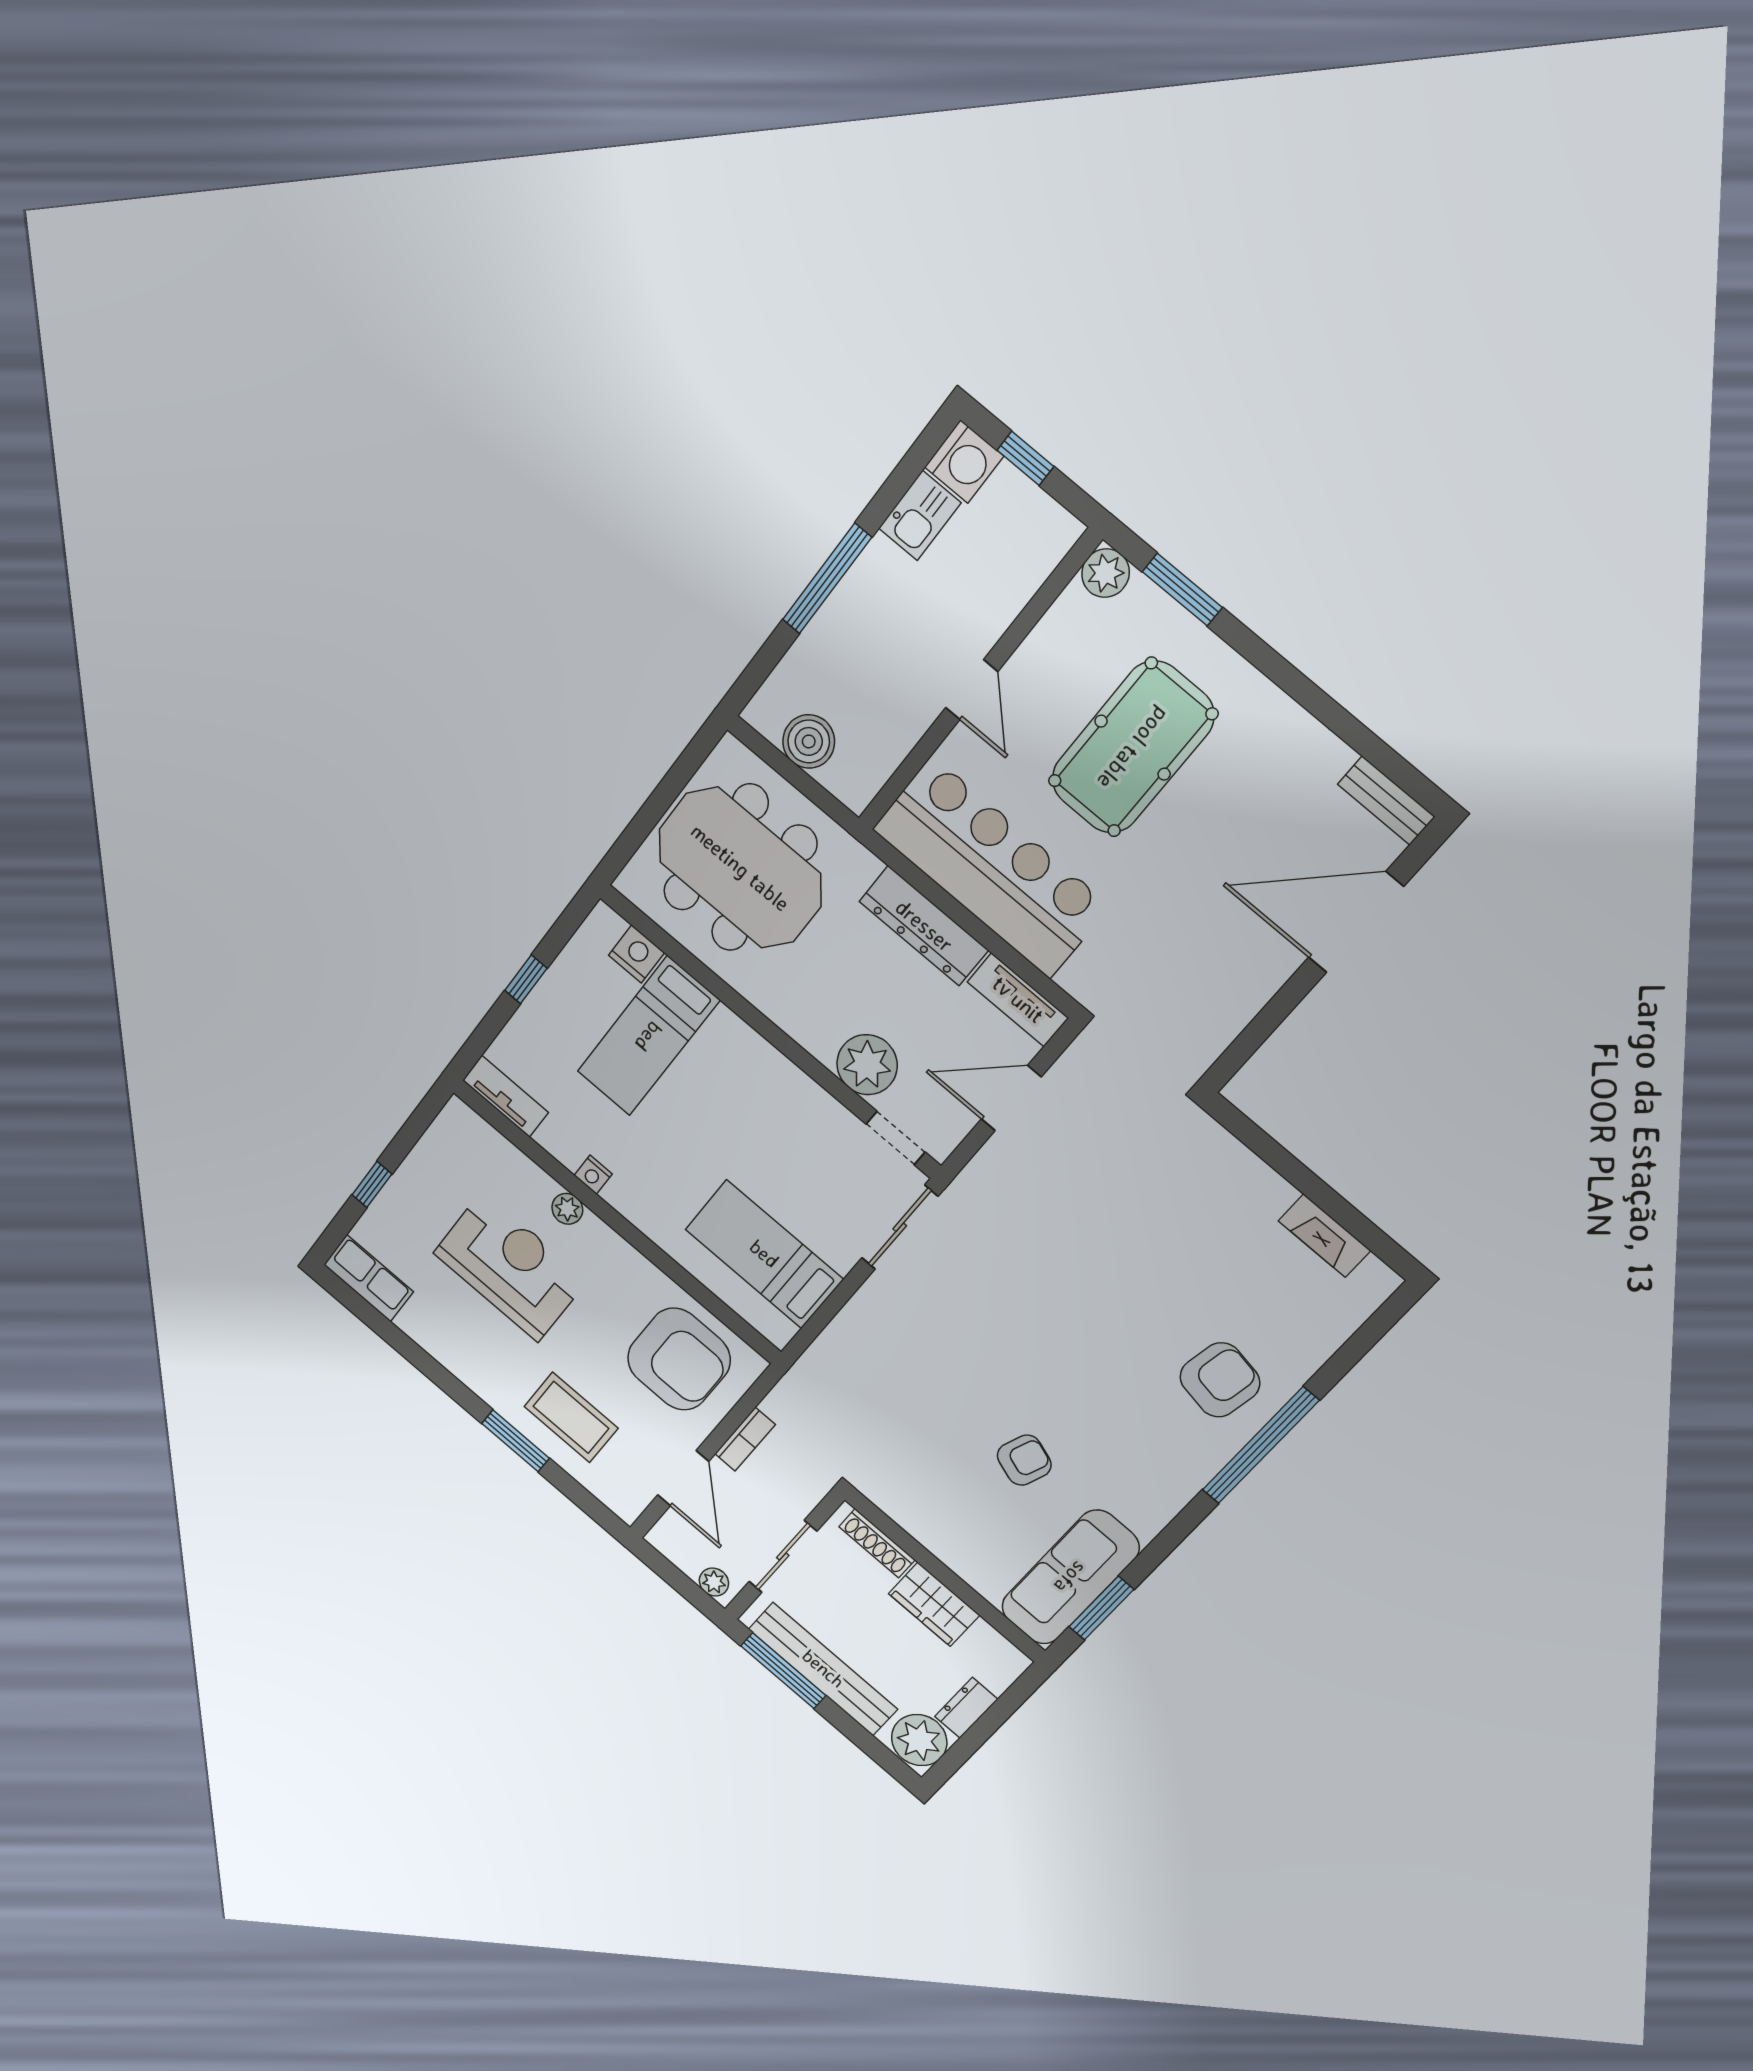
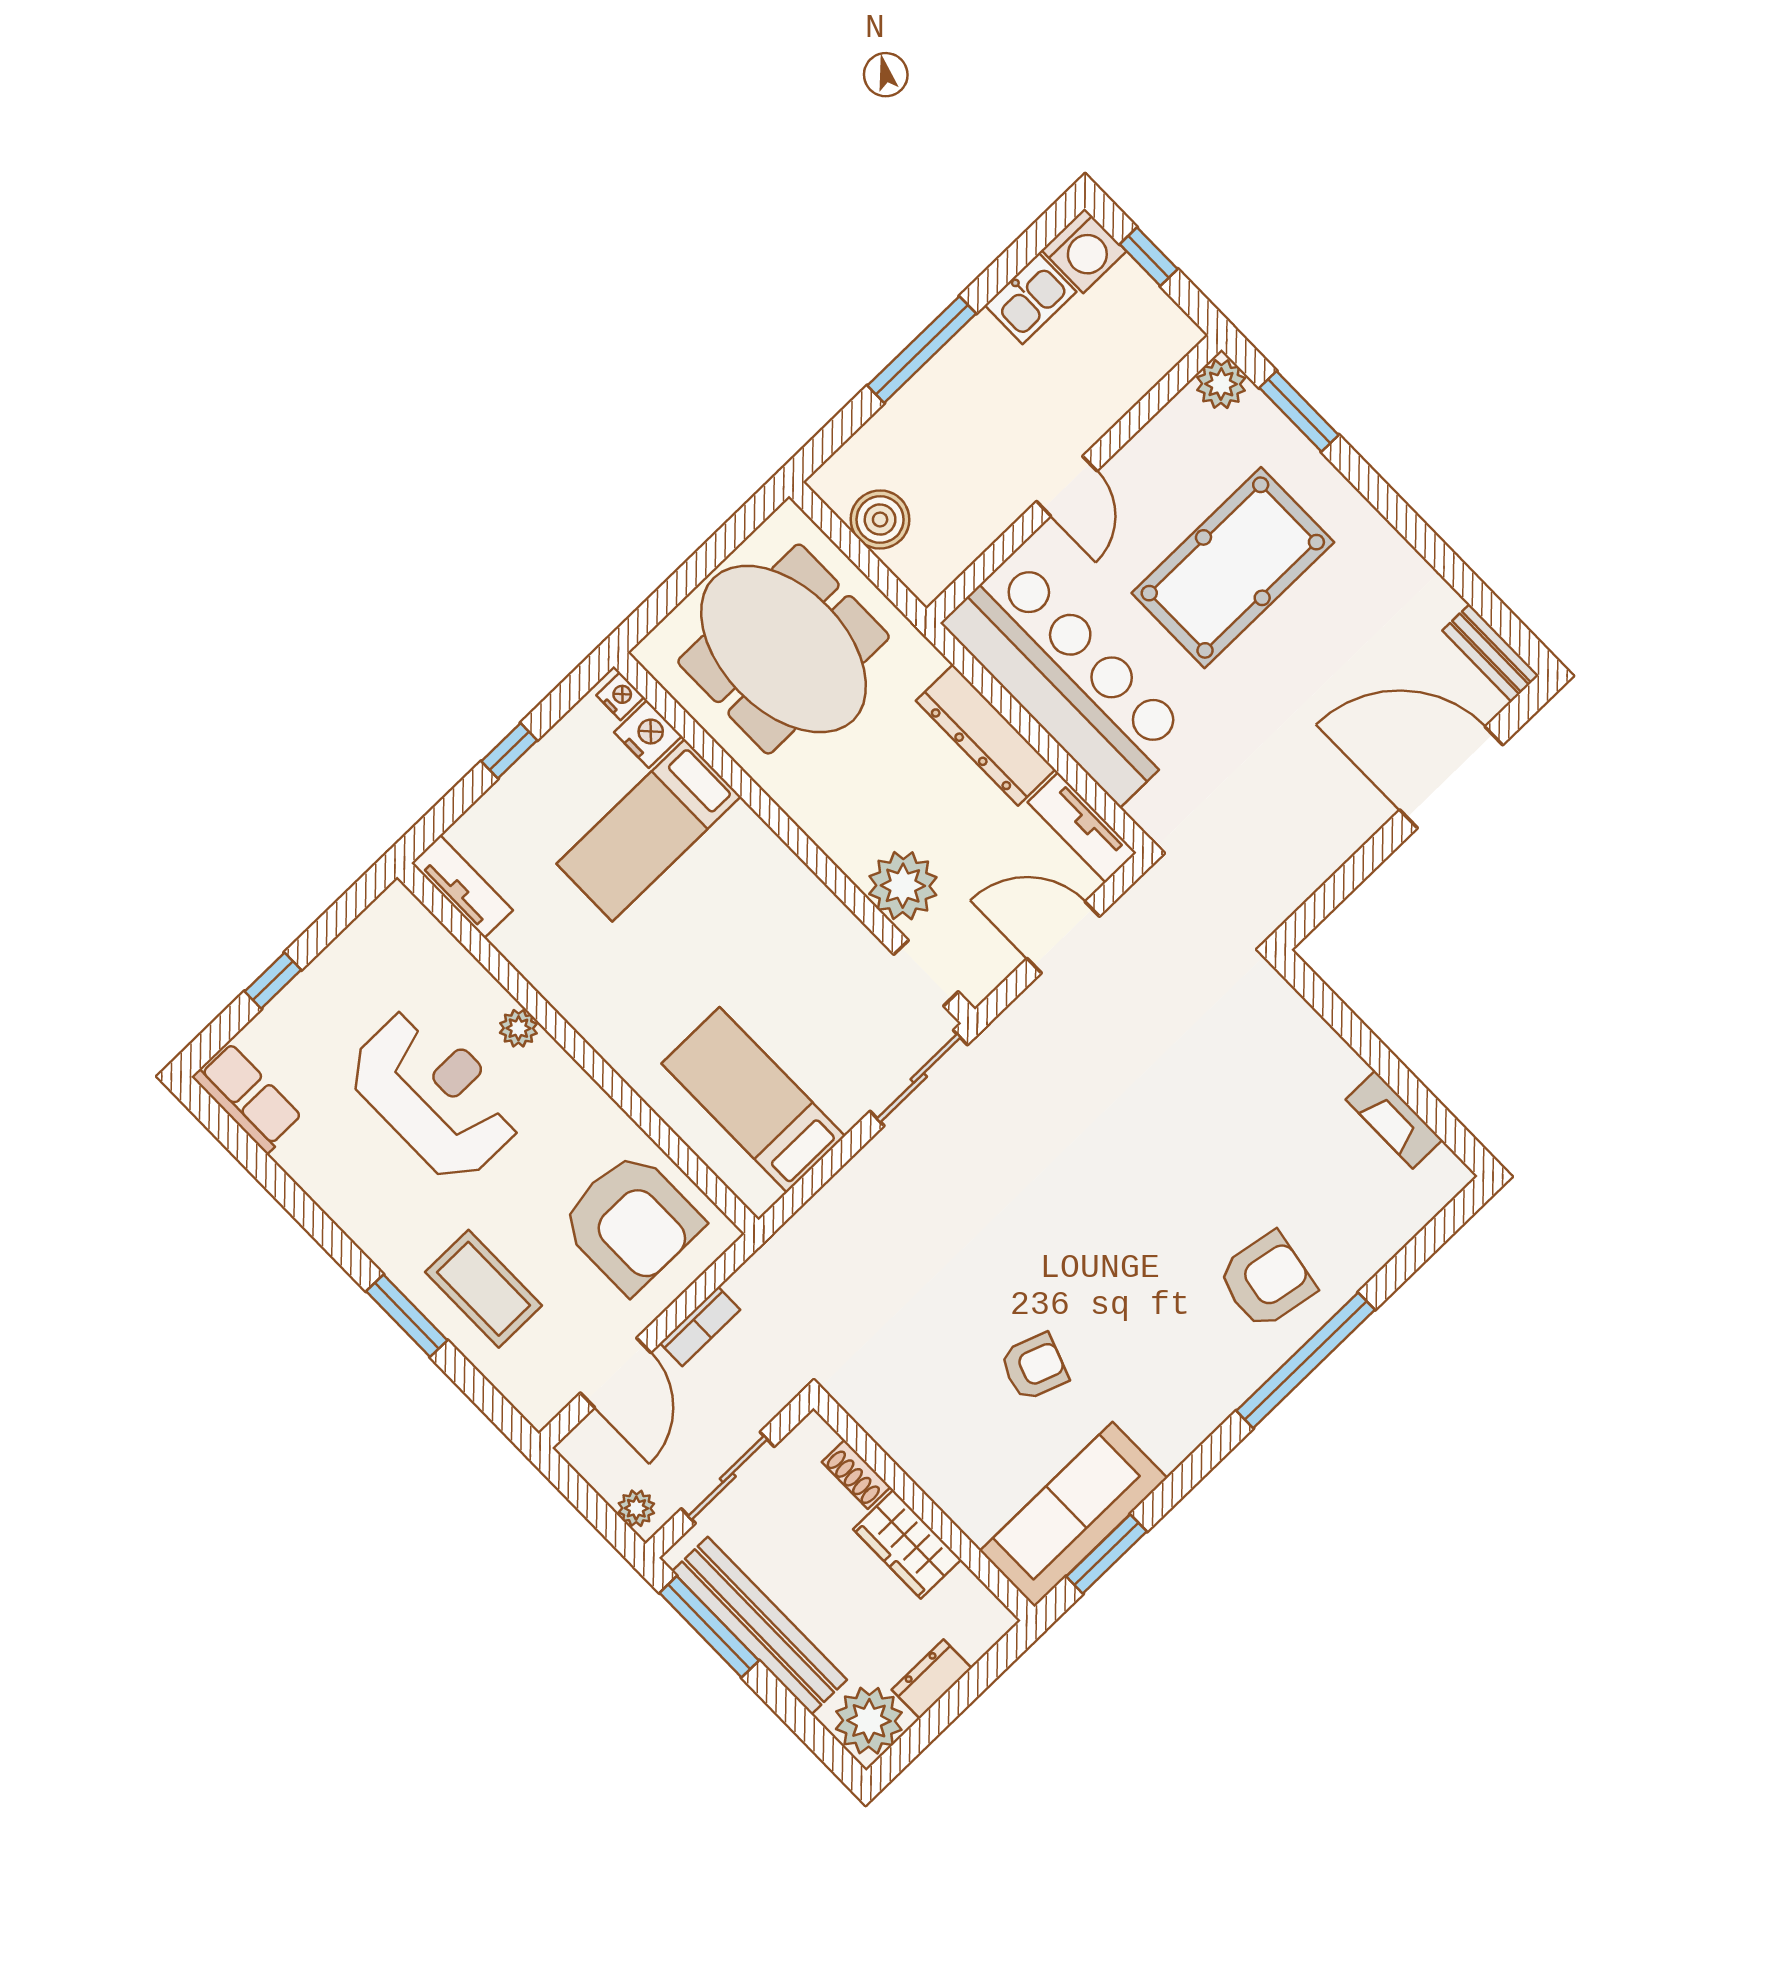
nightstand: (593, 1175) -> (620, 696), moved, turned 180
shoe rack: (877, 1543) -> (856, 1474), width x0.70

